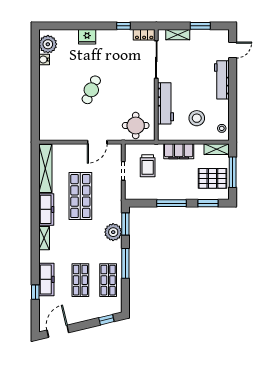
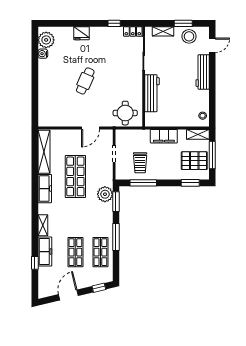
stool: (197, 118) -> (189, 36), moved
trolley: (148, 166) -> (140, 163), moved
window: (172, 203) -> (143, 183), moved
plant: (113, 232) -> (105, 194), moved
shelving: (44, 238) -> (43, 225), moved
door: (58, 331) -> (68, 295), moved

